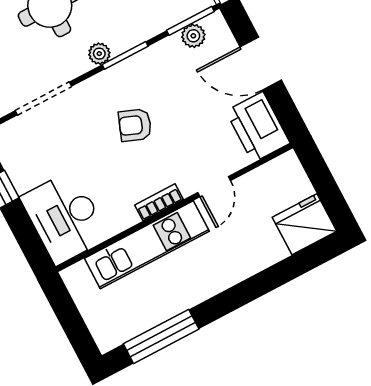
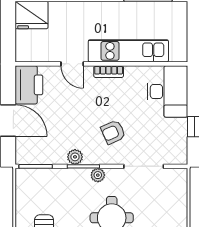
plant: (193, 36) -> (75, 157), moved
armchair: (135, 125) -> (113, 132), moved, turned 135
door: (214, 187) -> (72, 64), swing flipped

